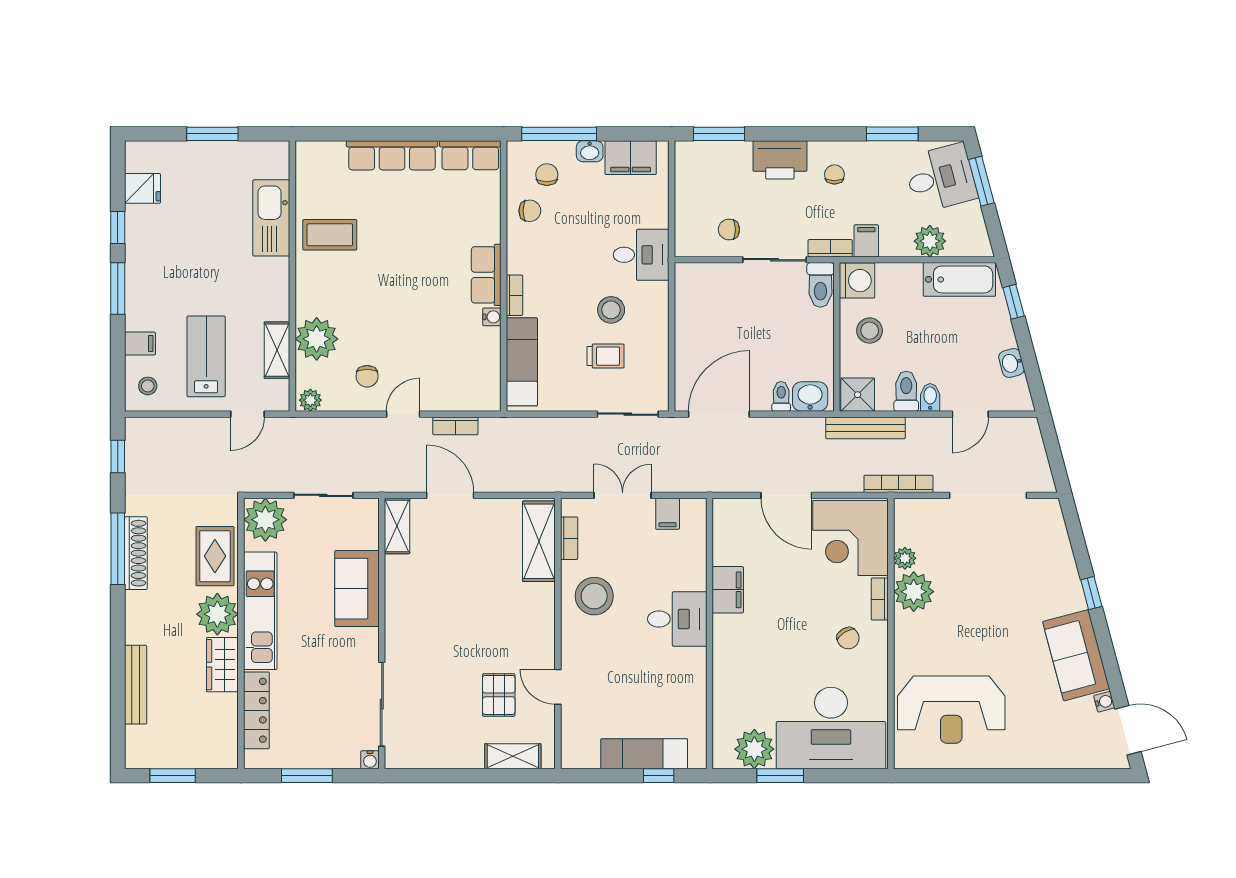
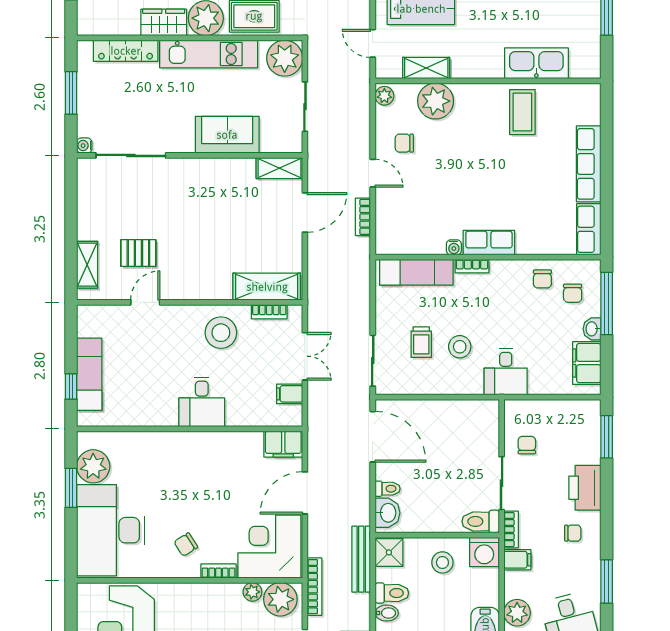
chair: (547, 175) -> (573, 293), turned 90
filing cabinet: (728, 590) -> (283, 444), moved
plant: (914, 592) -> (280, 599), moved

